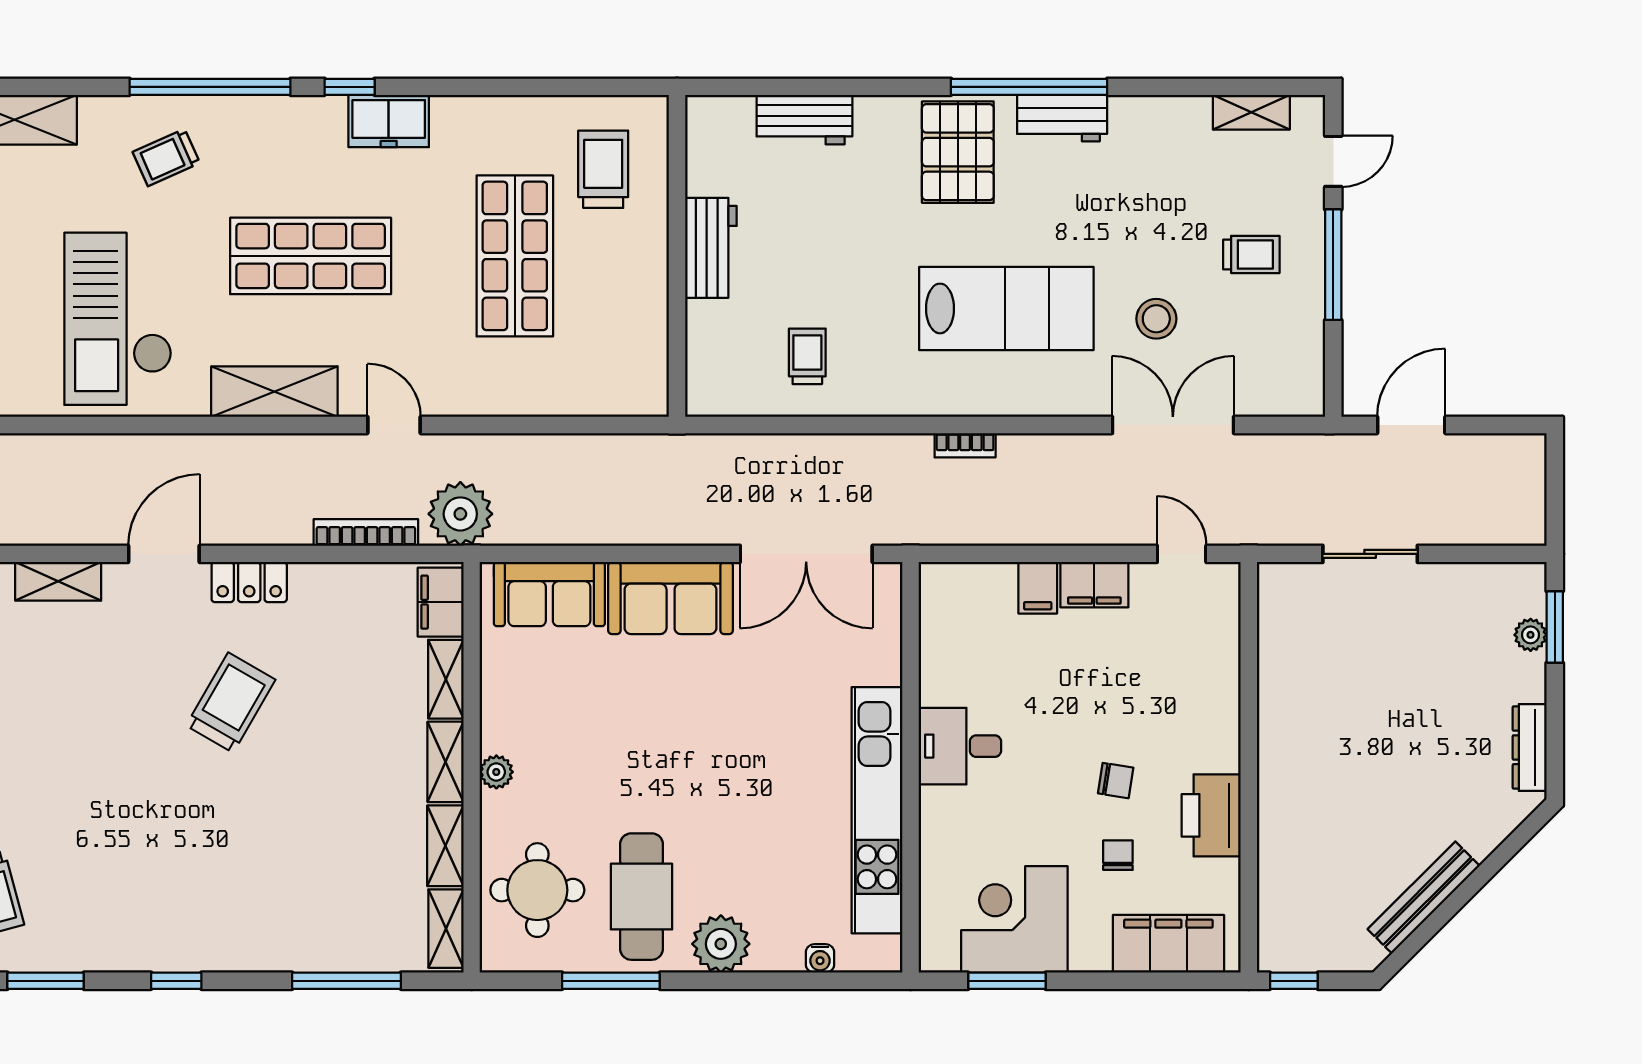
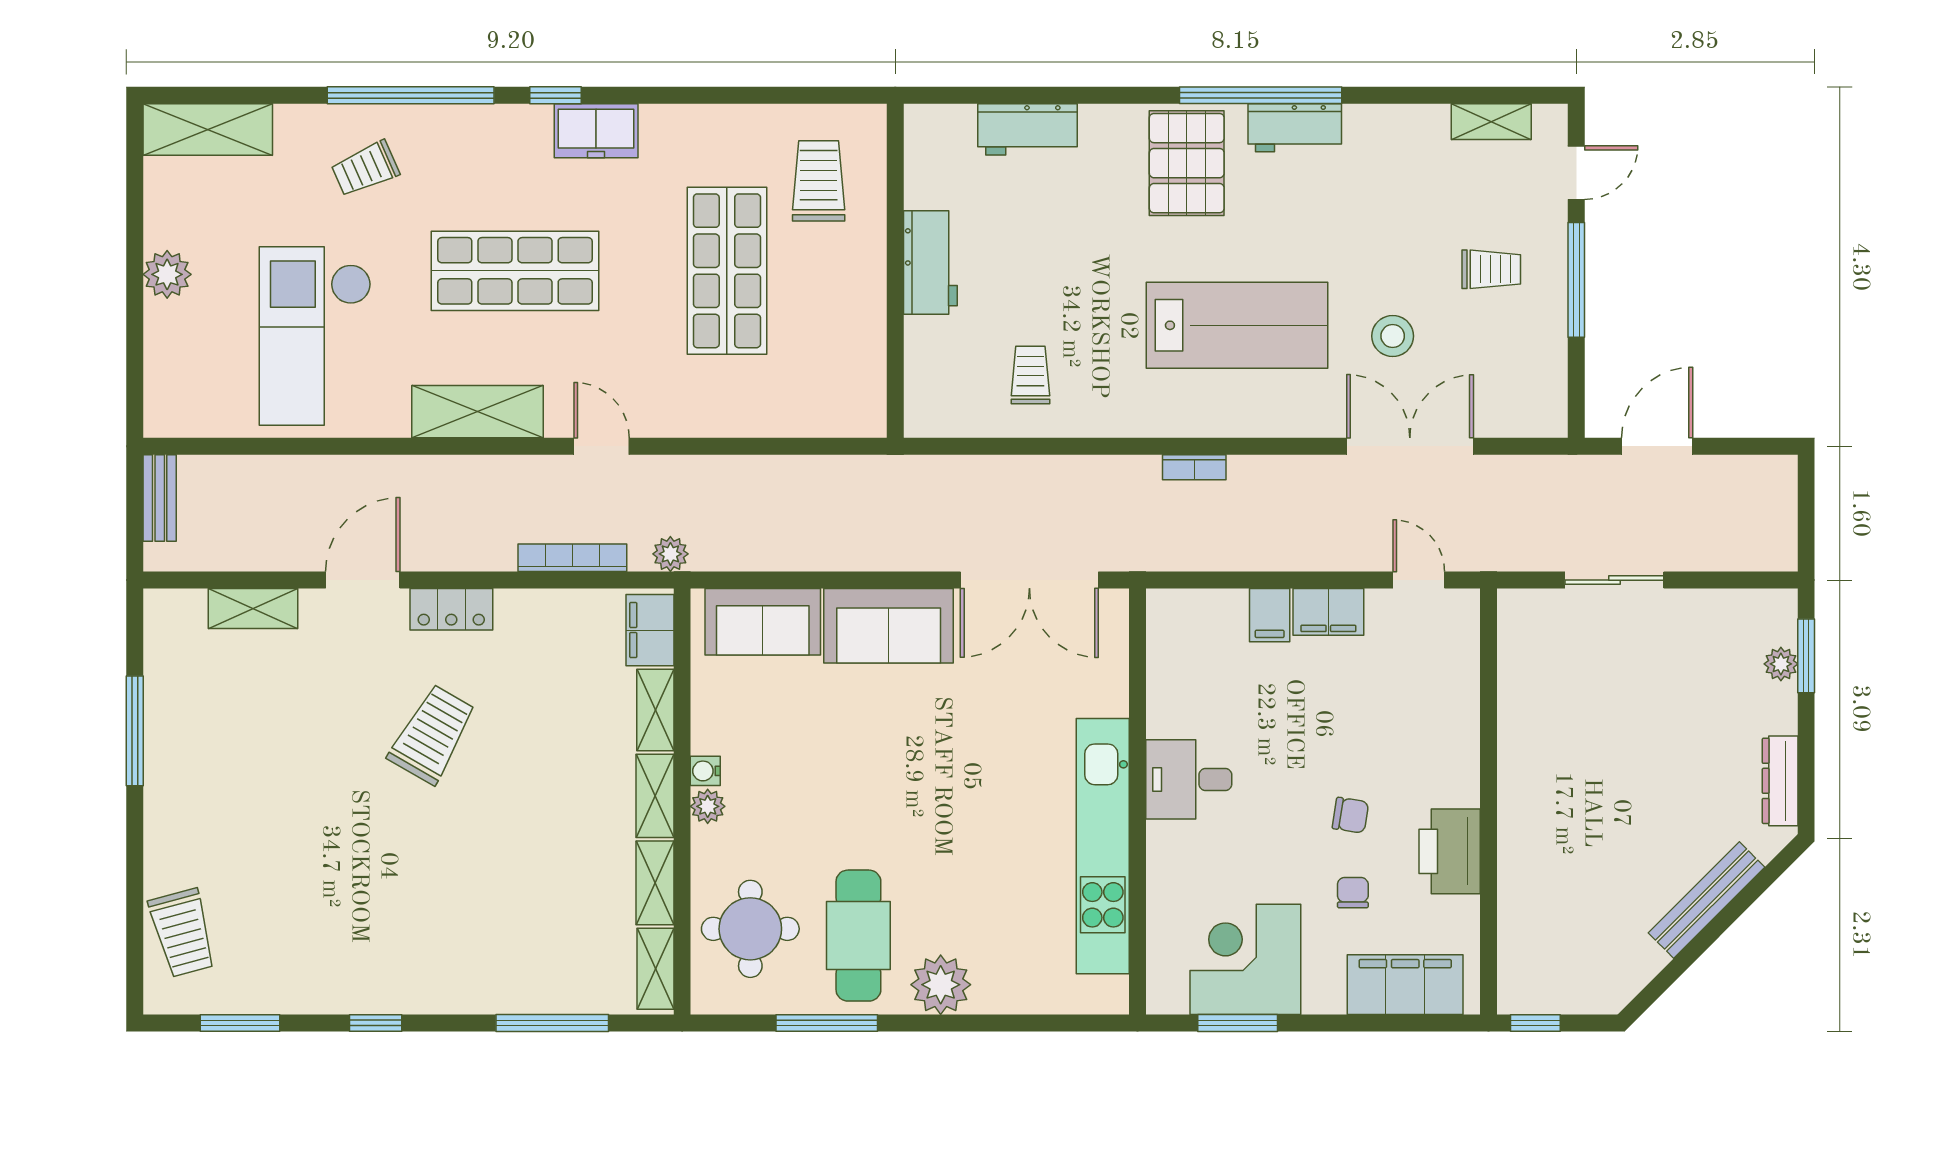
plant: (460, 514) -> (670, 554), width x0.53, depth x0.53
bench: (1424, 898) -> (1707, 900), moved
water cooler: (820, 958) -> (705, 771), moved, turned 90

